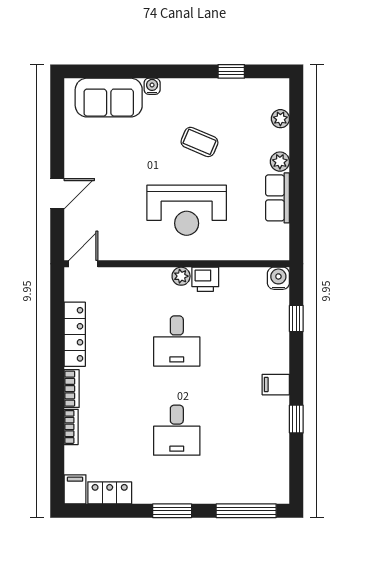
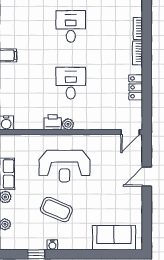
water cooler: (152, 86) -> (52, 245), moved
coffee table: (199, 142) -> (56, 209), width x1.36, depth x1.30
reception desk: (187, 210) -> (64, 166), turned 180
locker: (75, 334) -> (136, 87), width x0.66

